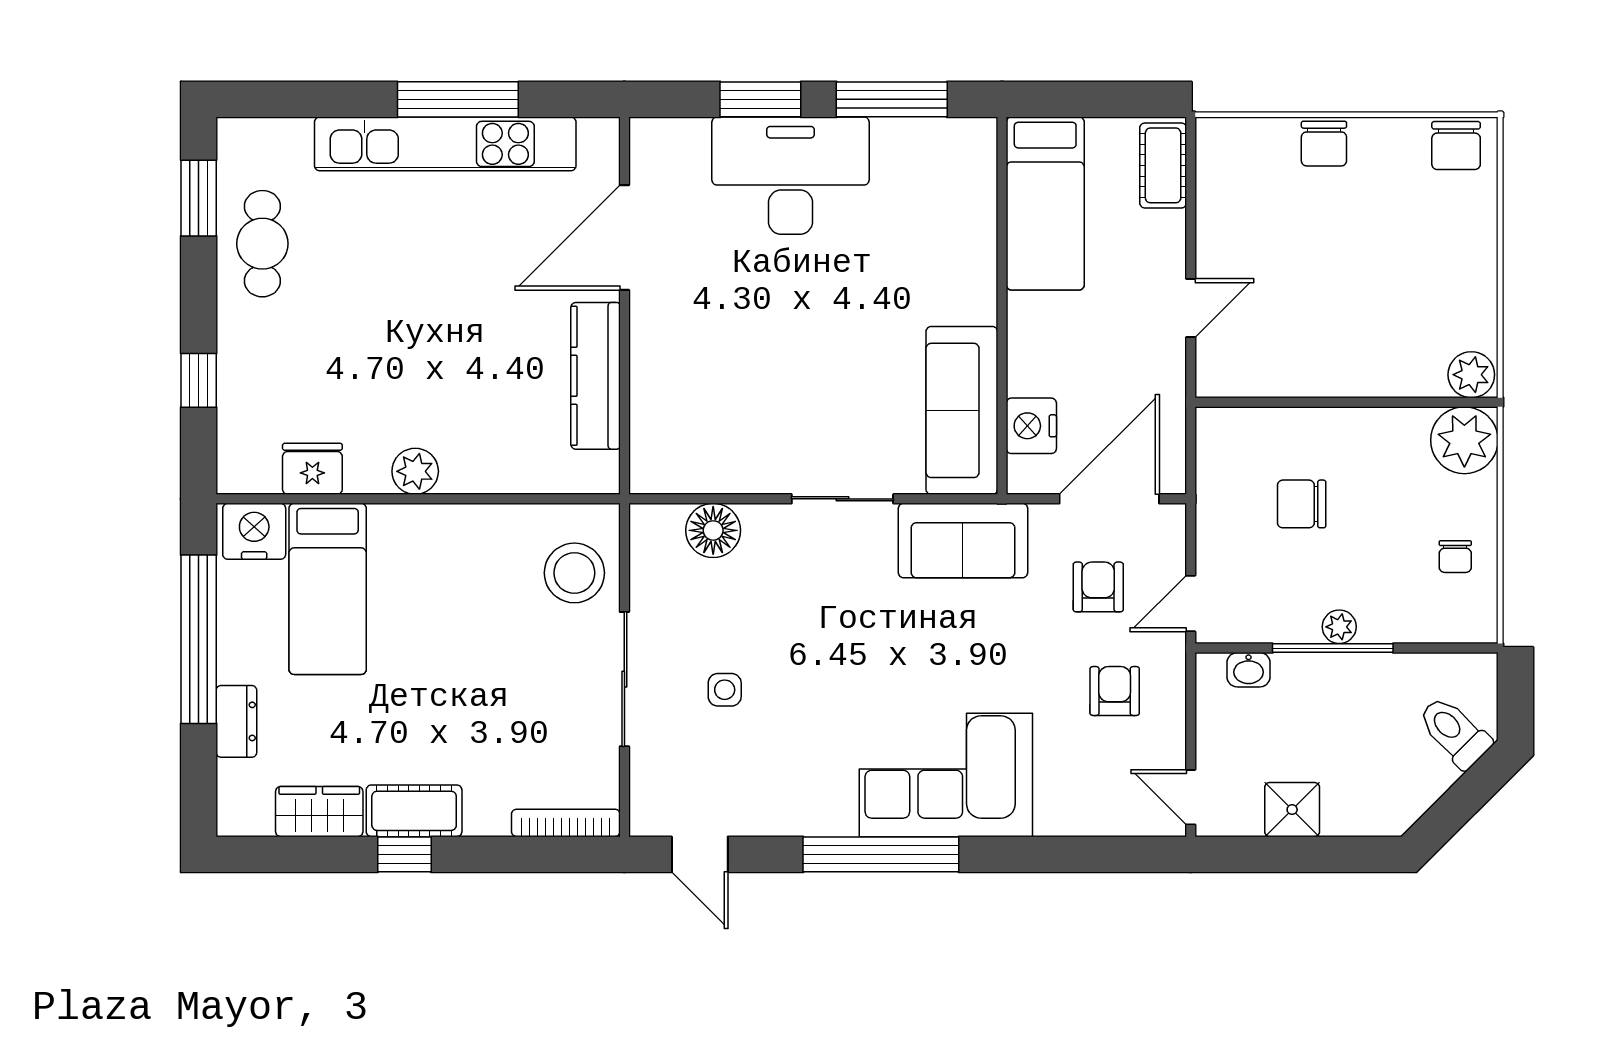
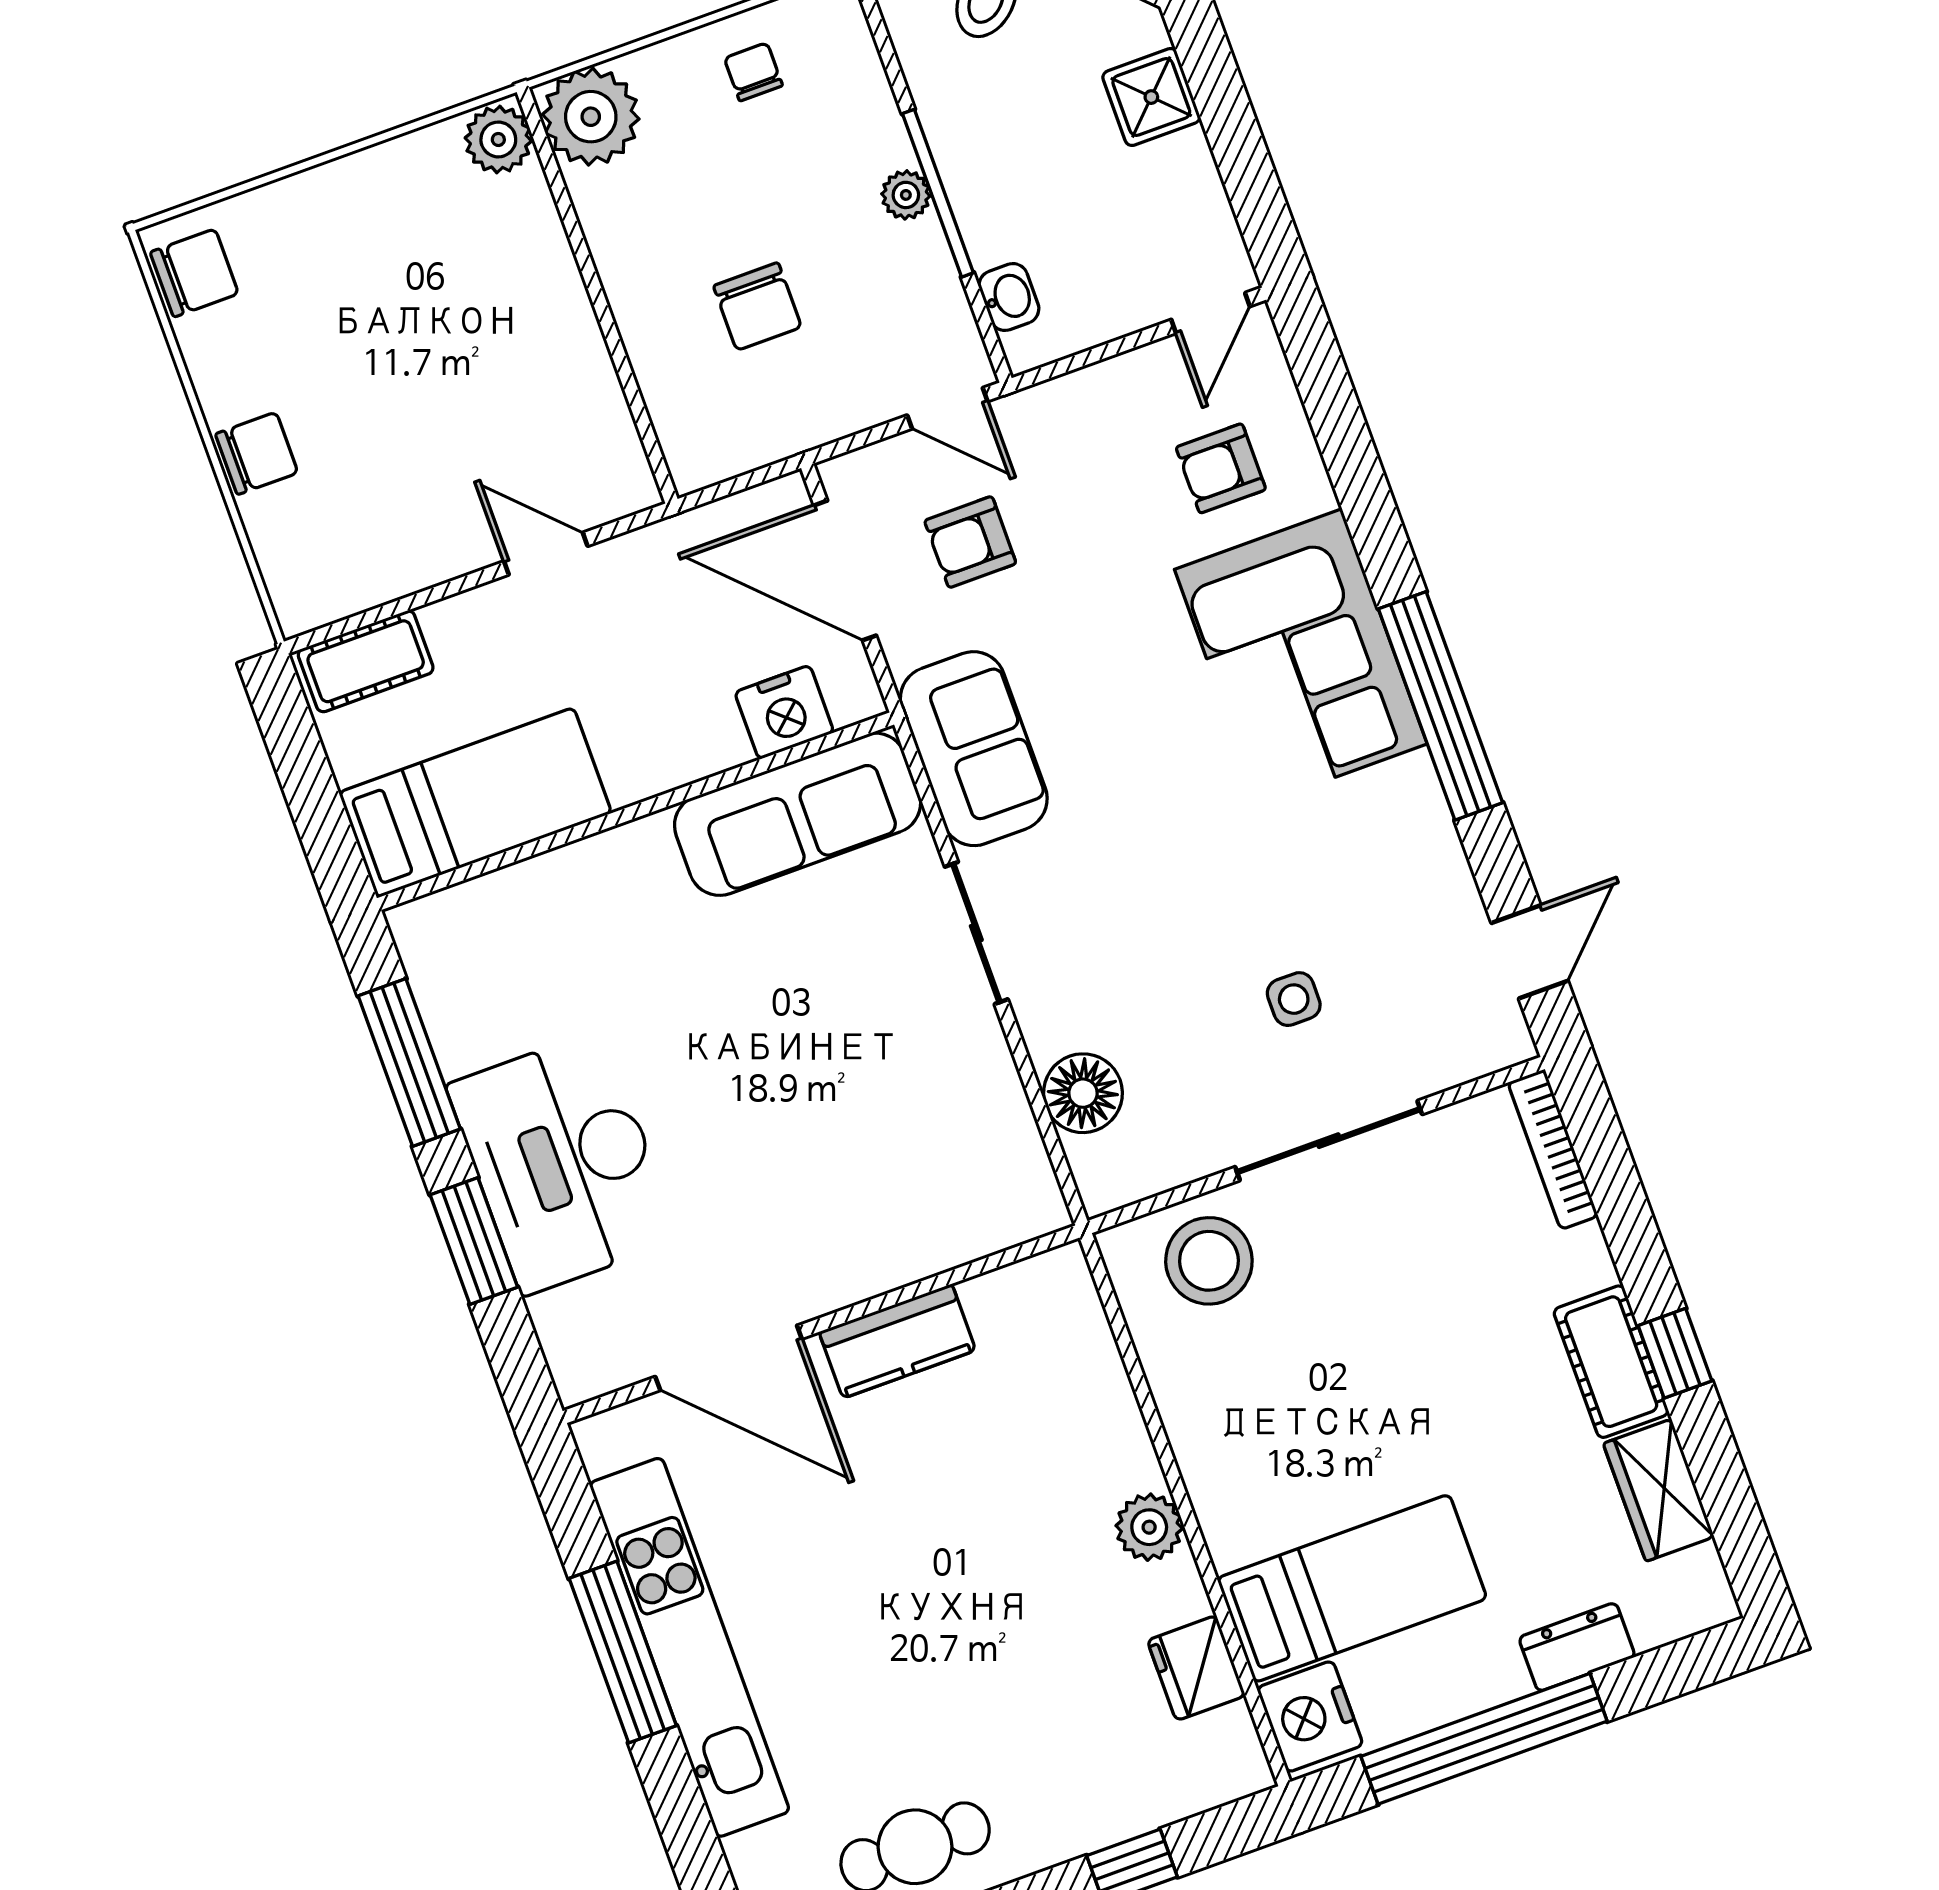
kitchen counter: (595, 376) -> (897, 1341), width x0.67
chair: (1455, 557) -> (753, 72), turned -90
armchair: (1115, 691) -> (1221, 468), moved
shower: (1292, 810) -> (1151, 97), moved

